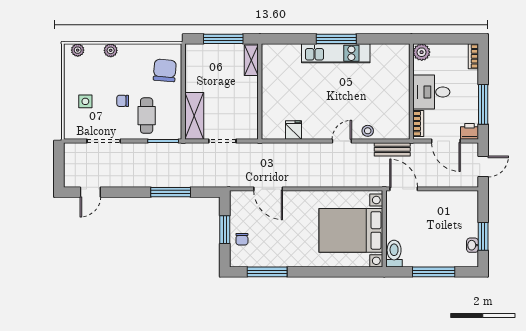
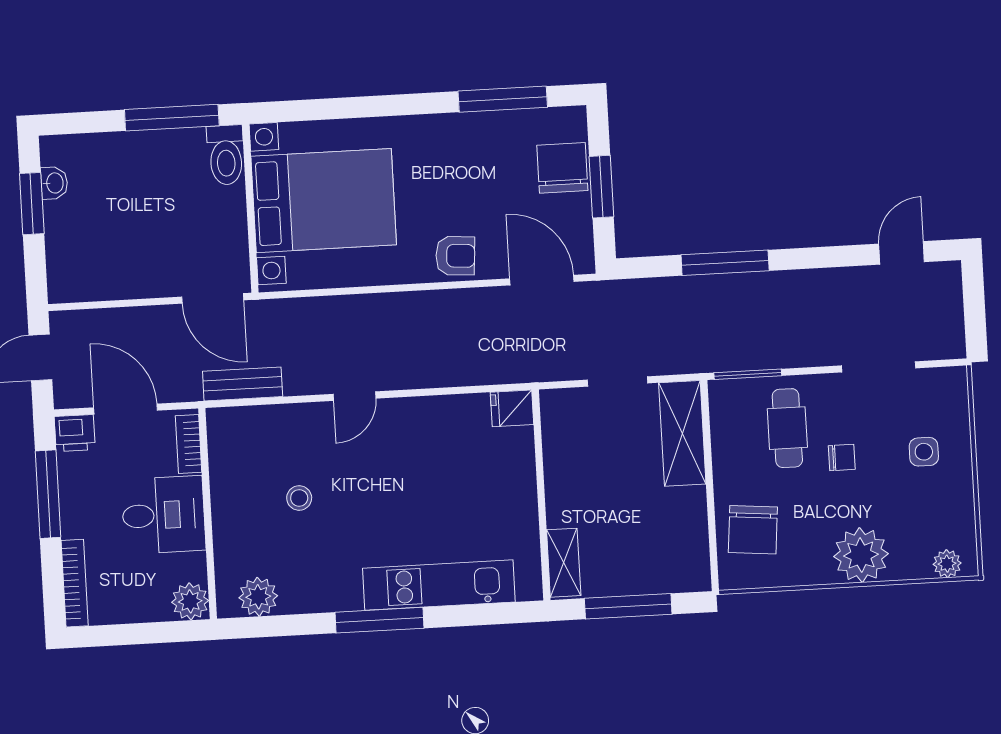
plant: (111, 50) -> (861, 555), width x1.87, depth x1.87
kitchen unit: (336, 53) -> (439, 585), moved
plant: (391, 53) -> (258, 597), added
bookcase: (473, 56) -> (75, 583), width x1.56
fridge: (294, 130) -> (512, 408), moved, turned 90
stool: (368, 131) -> (299, 498), moved
door: (268, 189) -> (542, 280), moved
armchair: (293, 202) -> (455, 256), added
chair: (242, 239) -> (562, 168), width x1.87, depth x1.87
window: (434, 272) -> (172, 118), moved

